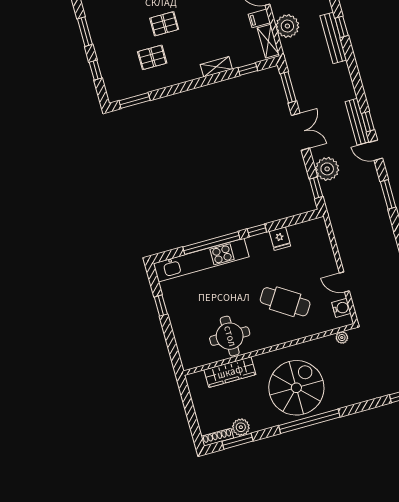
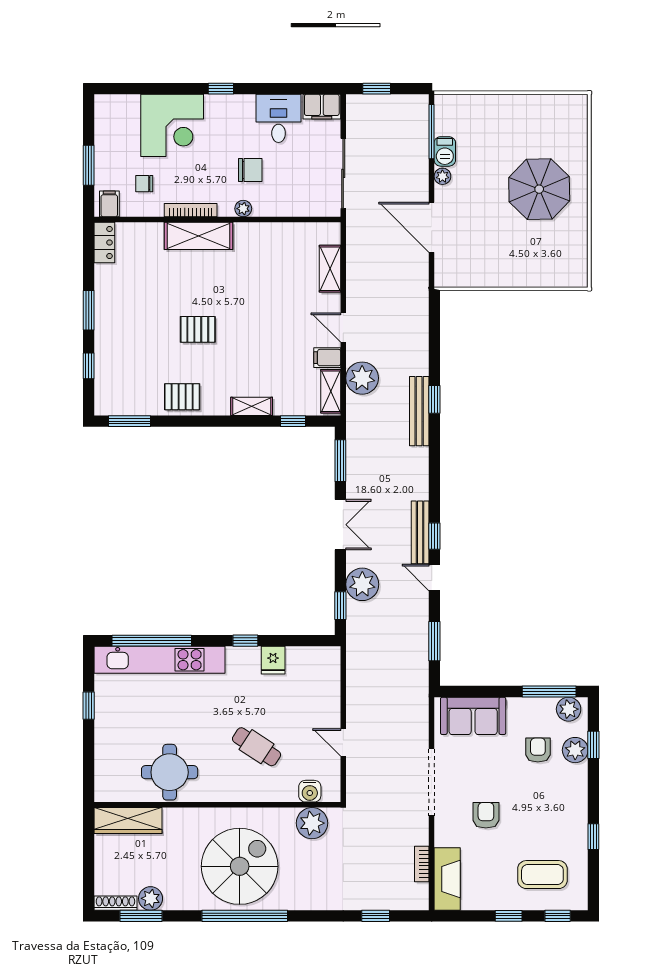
pallet: (152, 57) -> (182, 397), moved
window: (211, 243) -> (152, 641), moved
cafe table: (285, 302) -> (257, 747), width x0.73, depth x0.74
water cooler: (341, 308) -> (310, 791), moved, turned 90
plant: (342, 338) -> (312, 823), width x1.88, depth x1.88
wardrobe: (230, 372) -> (128, 821), moved

